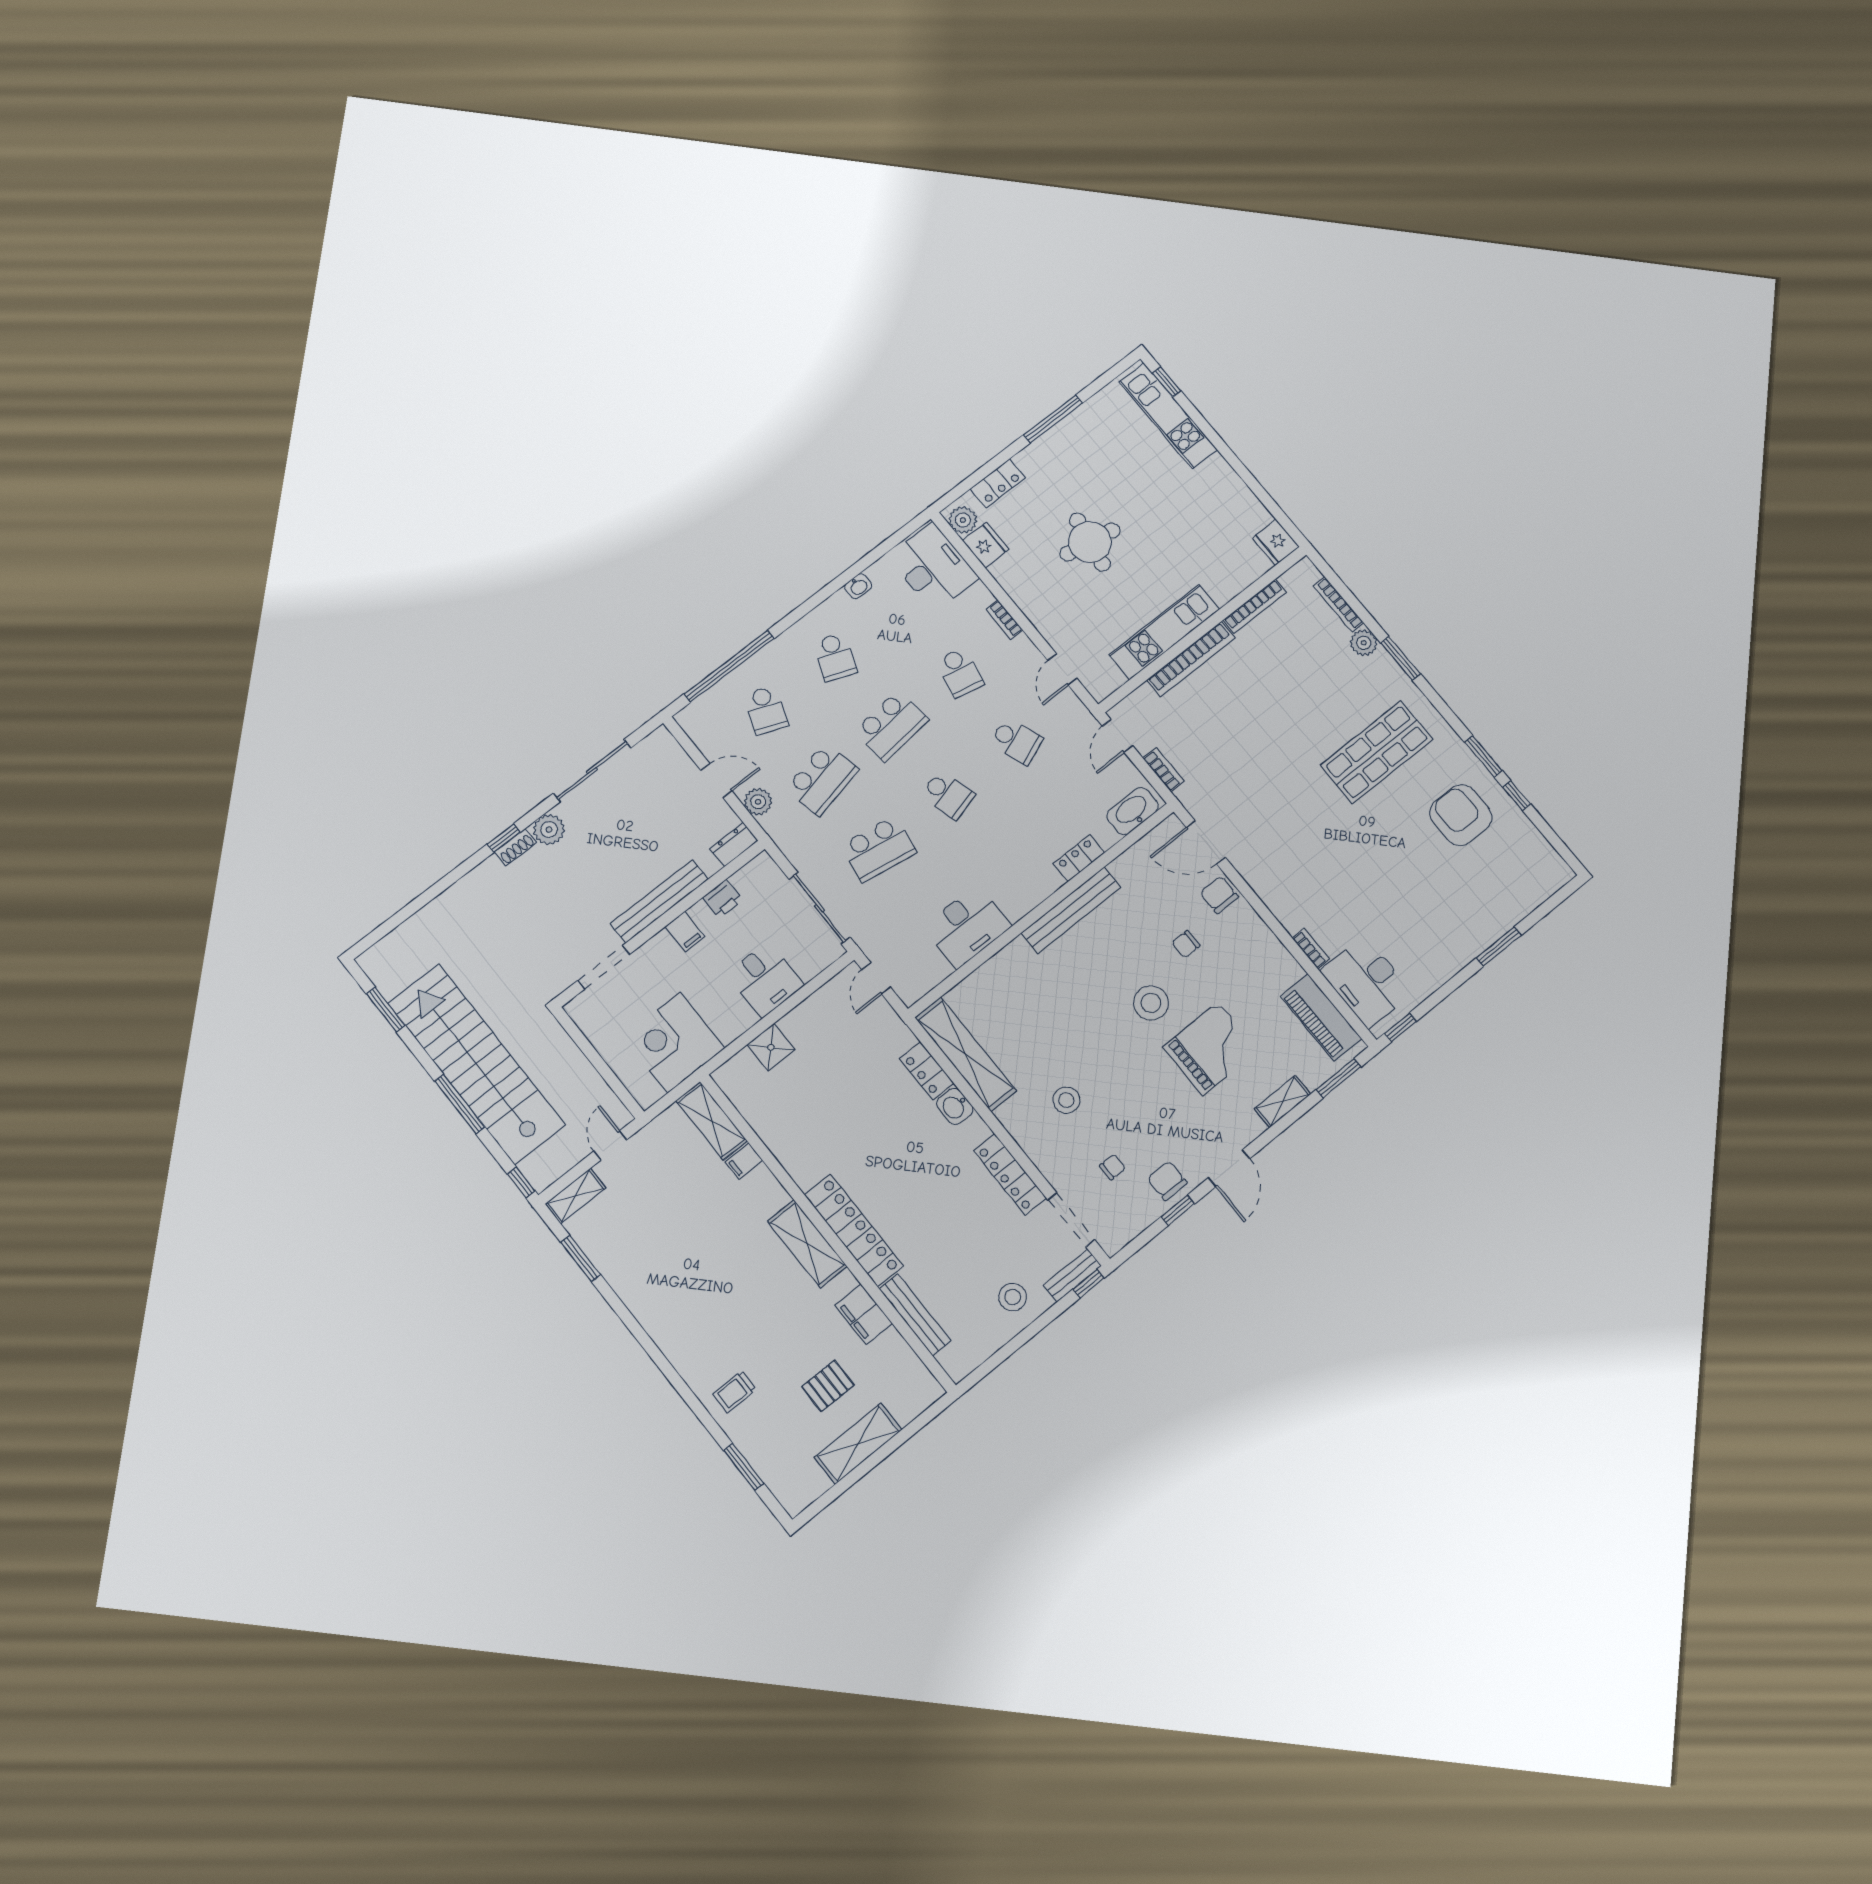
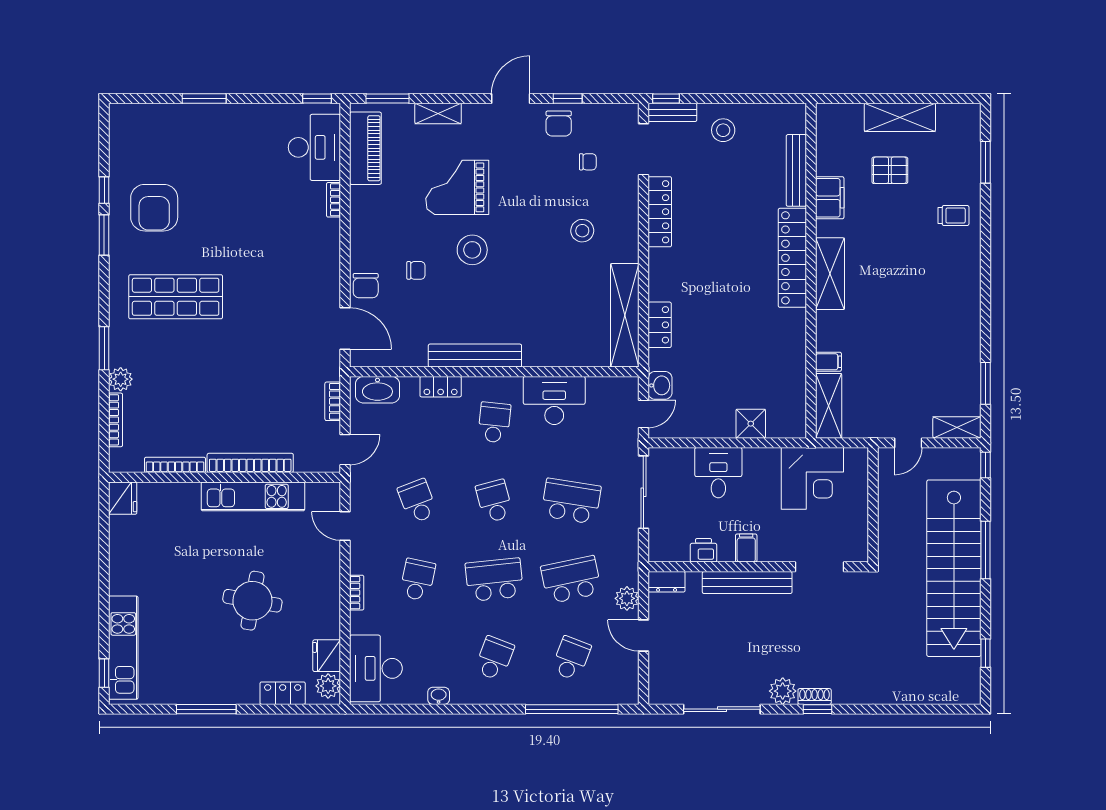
door: (1062, 669) -> (345, 526), swing flipped
school desk: (1005, 864) -> (494, 422), added
window: (386, 1009) -> (986, 653), width x0.67
washbasin: (955, 1106) -> (660, 385), moved
chair: (1112, 1167) -> (588, 162), turned 180

